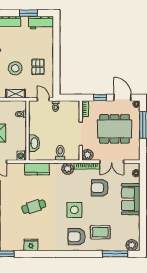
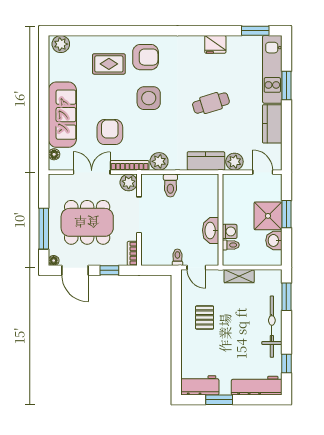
stool: (15, 68) -> (239, 315), removed
washbasin: (34, 143) -> (211, 230), moved
washing machine: (22, 156) -> (230, 231), moved
plant: (18, 168) -> (234, 162), added
armchair: (100, 188) -> (110, 132), turned -90
sofa: (131, 199) -> (62, 115), width x1.36
window: (115, 254) -> (86, 31), removed

